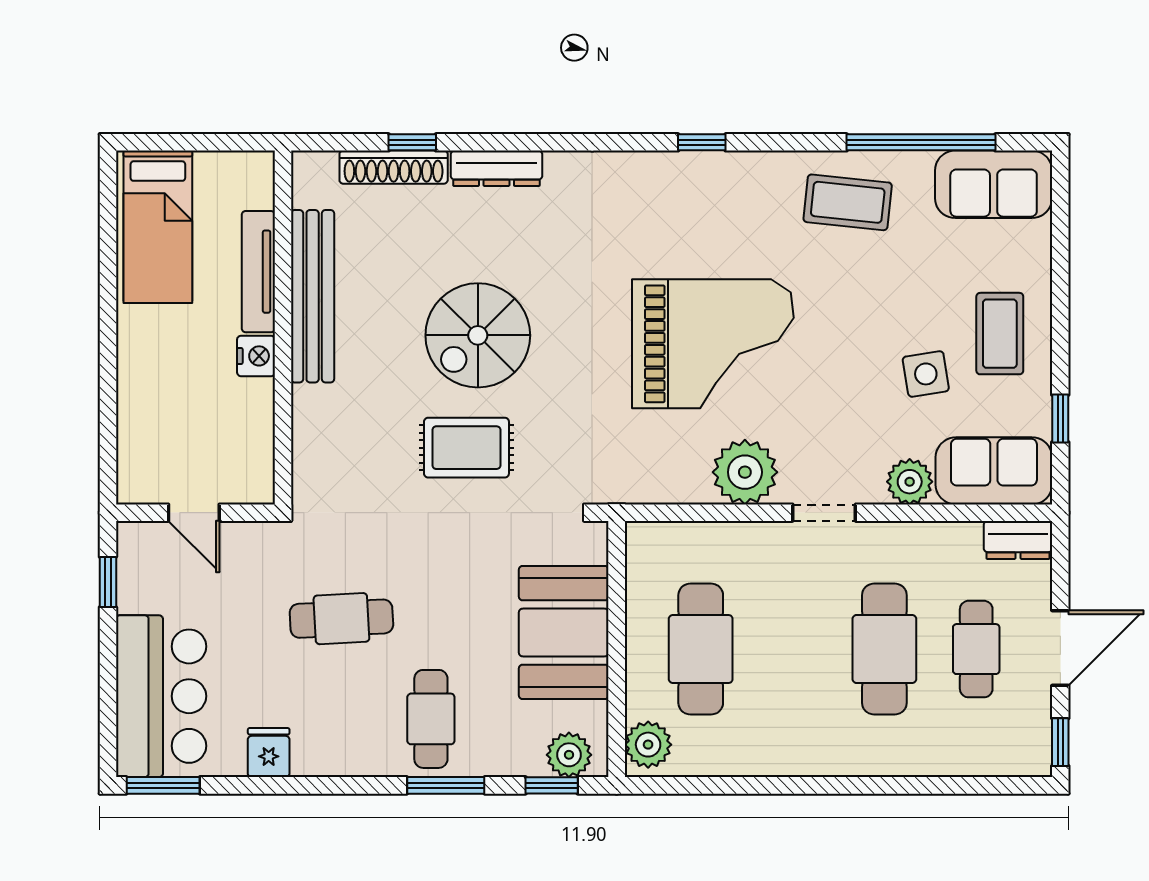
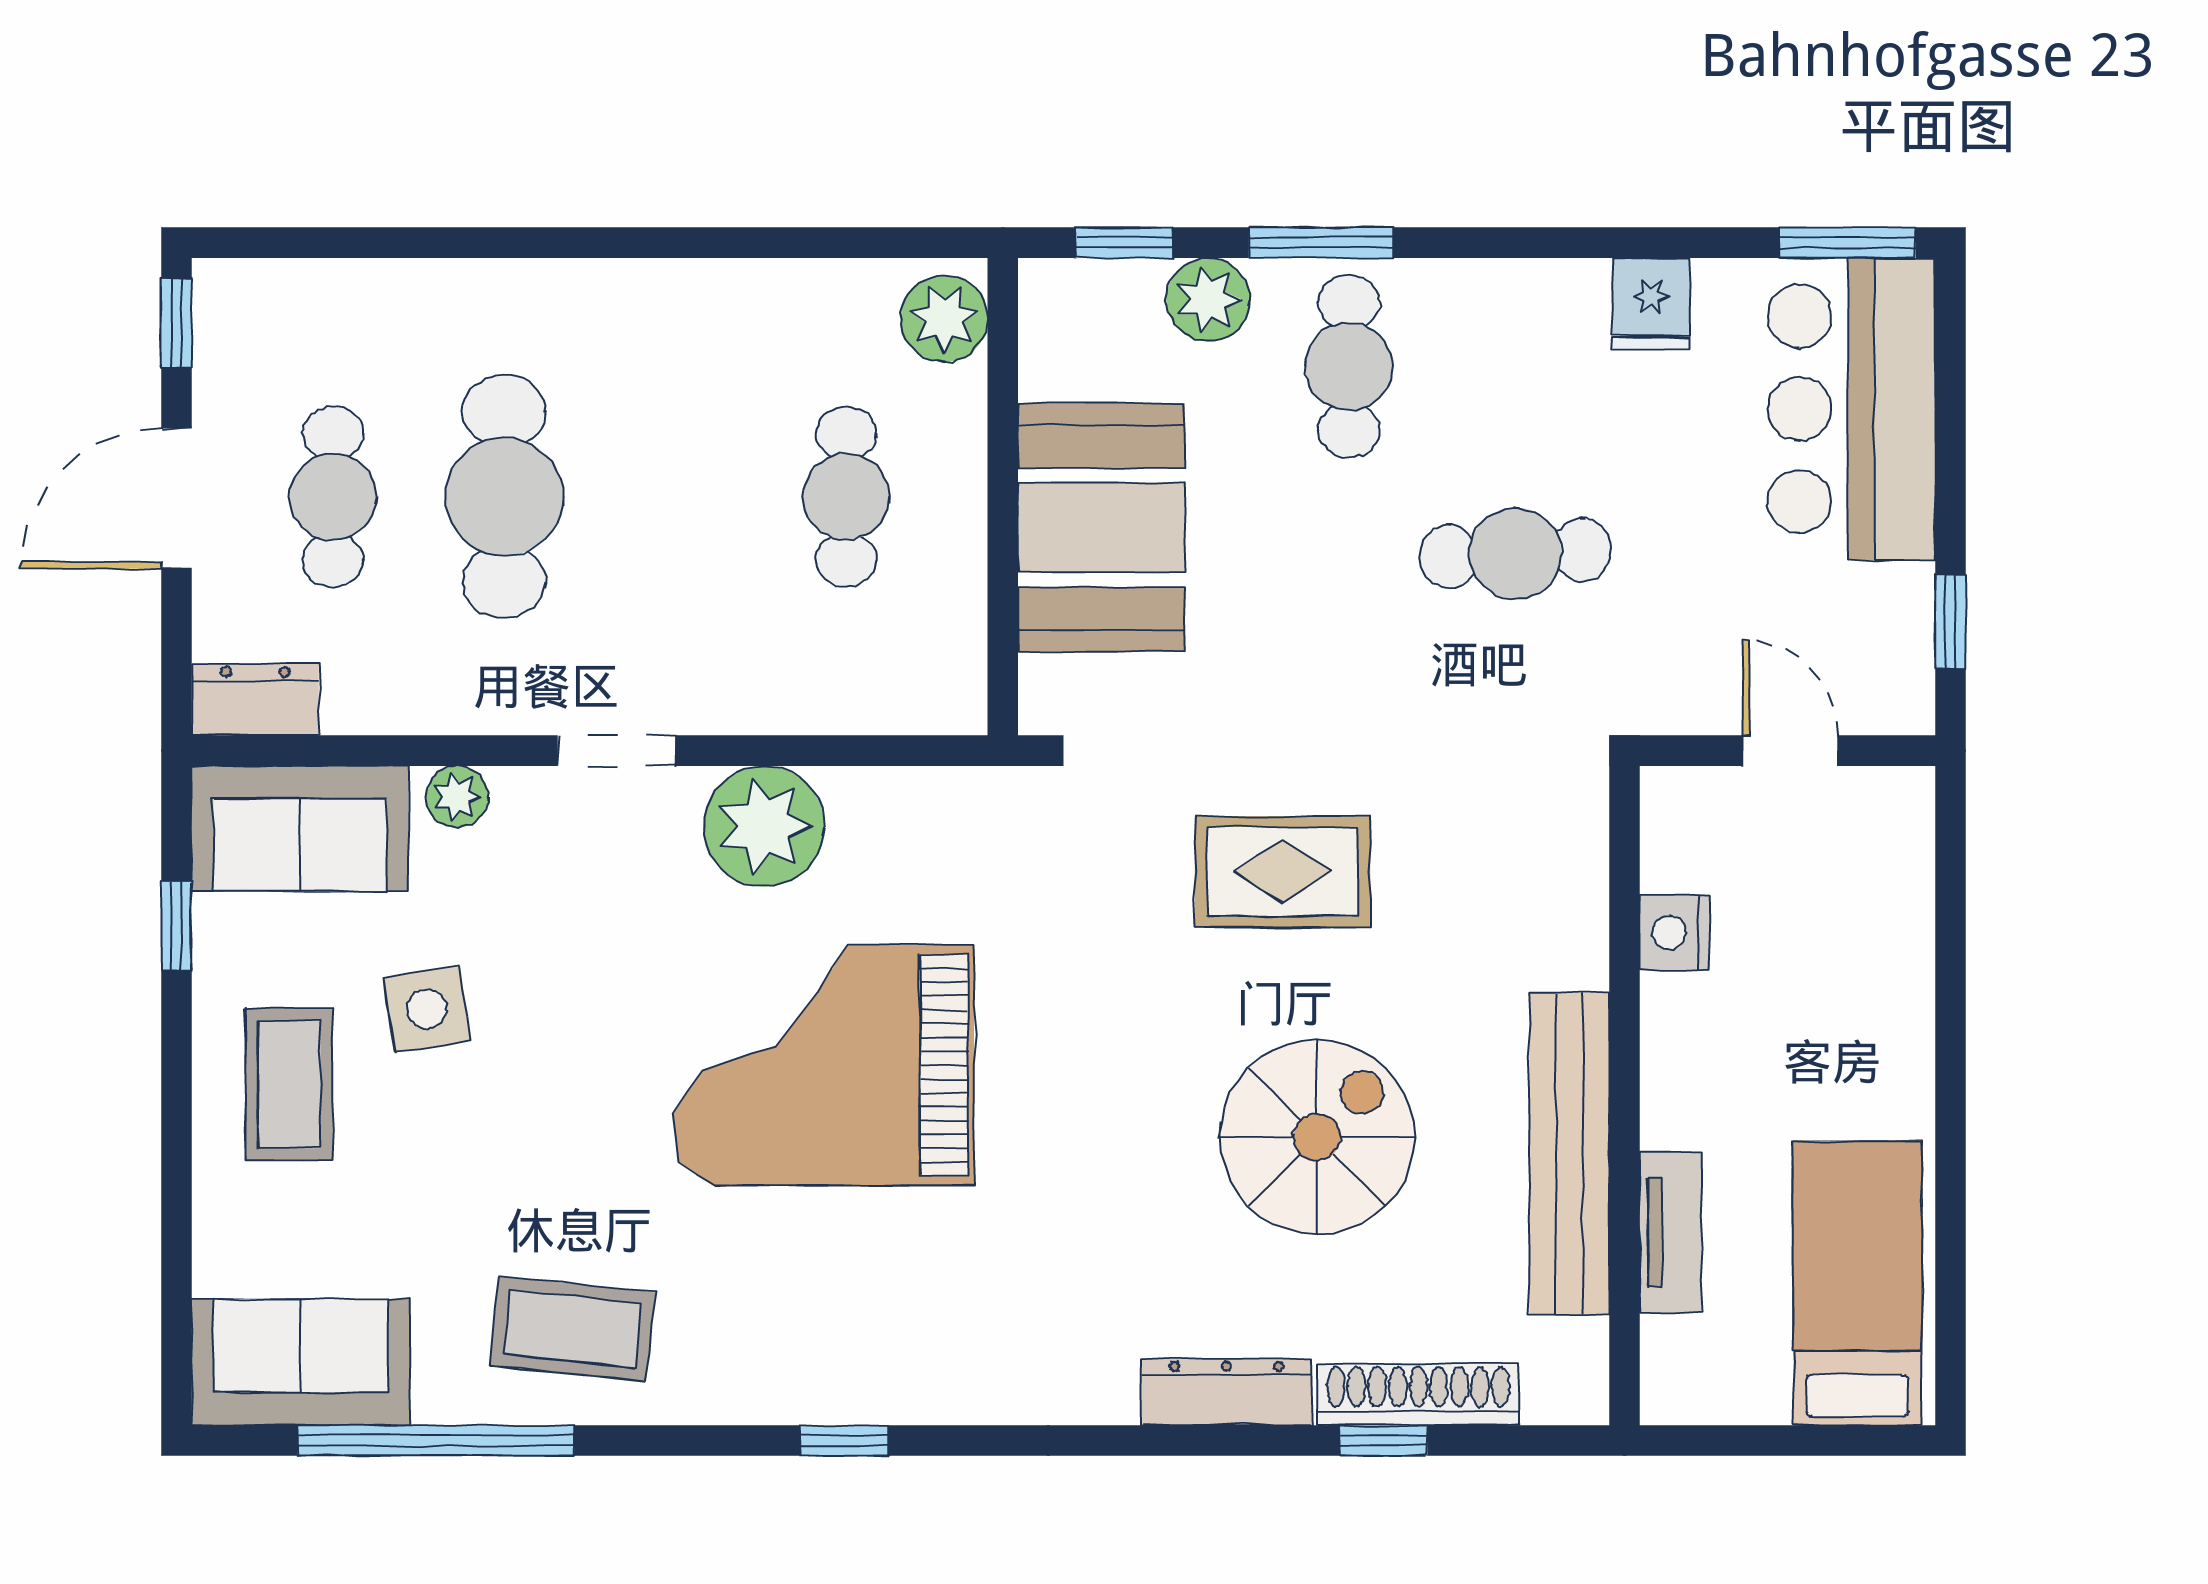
tv unit: (258, 272) -> (1670, 1233), width x0.71
spiral stairs: (478, 335) -> (1317, 1137), moved
nightstand: (256, 356) -> (1675, 933), moved
plant: (910, 482) -> (457, 797), width x0.73, depth x0.73
cafe table: (701, 649) -> (846, 497), width x0.73, depth x0.74
plant: (569, 755) -> (1208, 300), moved

